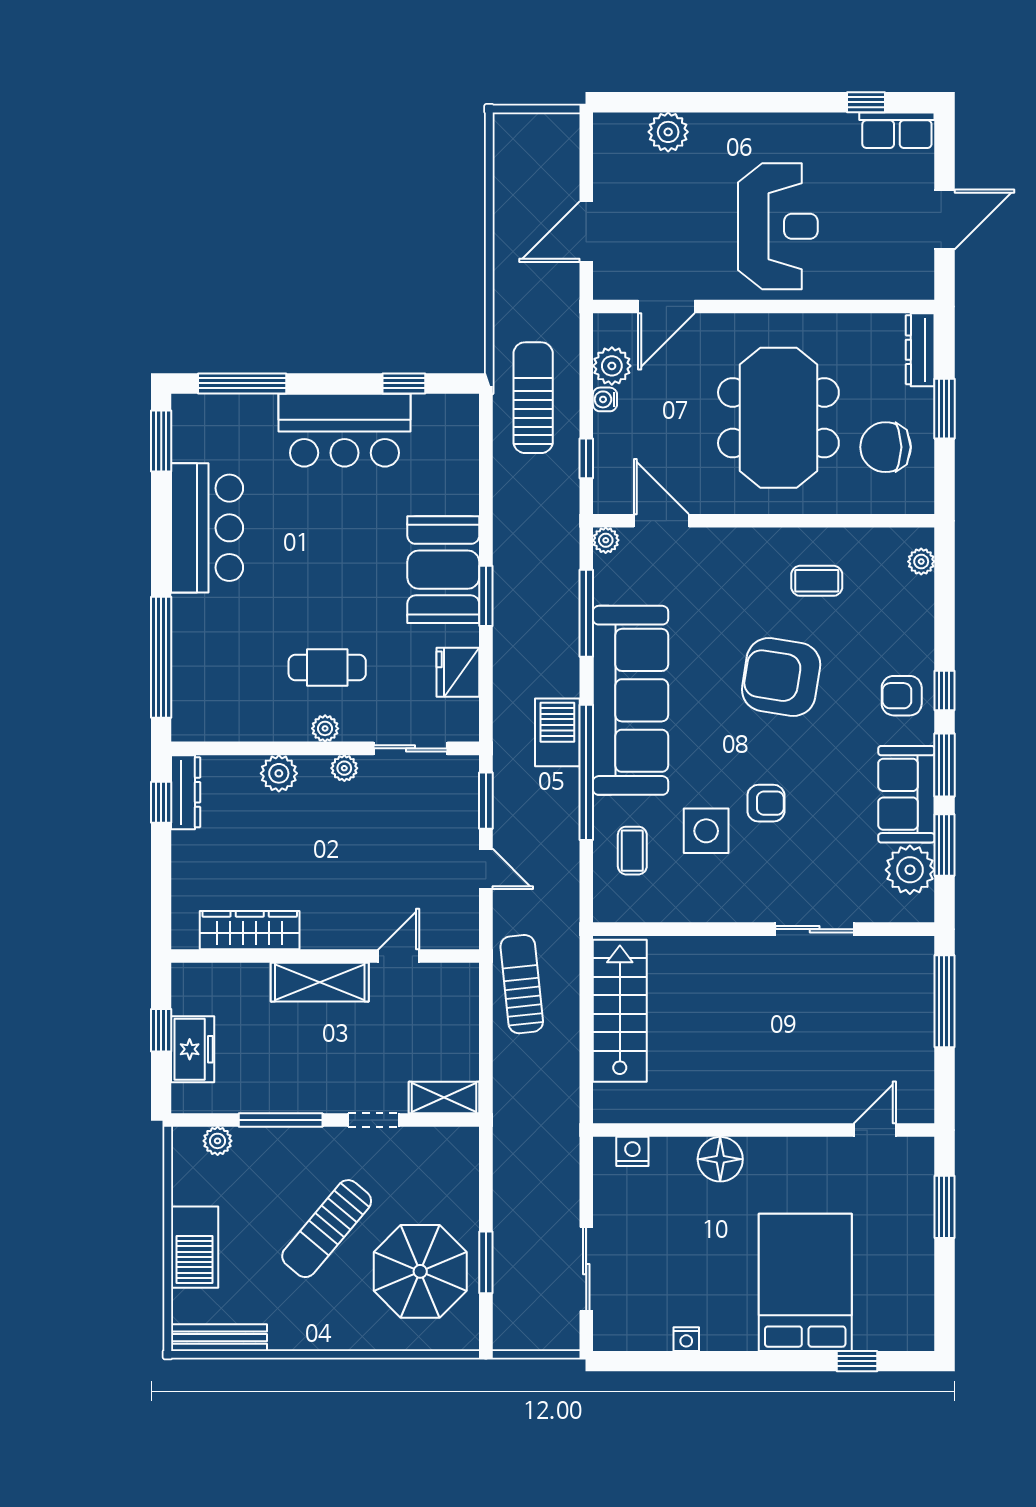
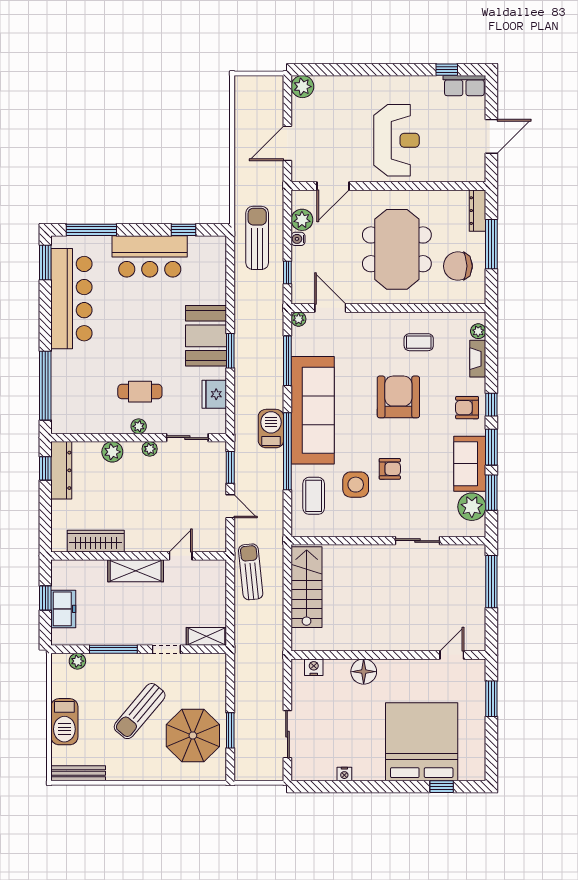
plant: (668, 132) -> (302, 87), moved
window: (944, 409) -> (491, 244), width x1.44
bar counter: (207, 528) -> (71, 299), width x1.36
fireplace: (921, 610) -> (478, 359), added
armchair: (781, 677) -> (398, 397), turned 81
dresser: (186, 792) -> (61, 470), width x1.37, depth x1.24
coffee table: (632, 851) -> (314, 496), width x1.36, depth x1.30
bed: (805, 1282) -> (422, 742), width x1.36

